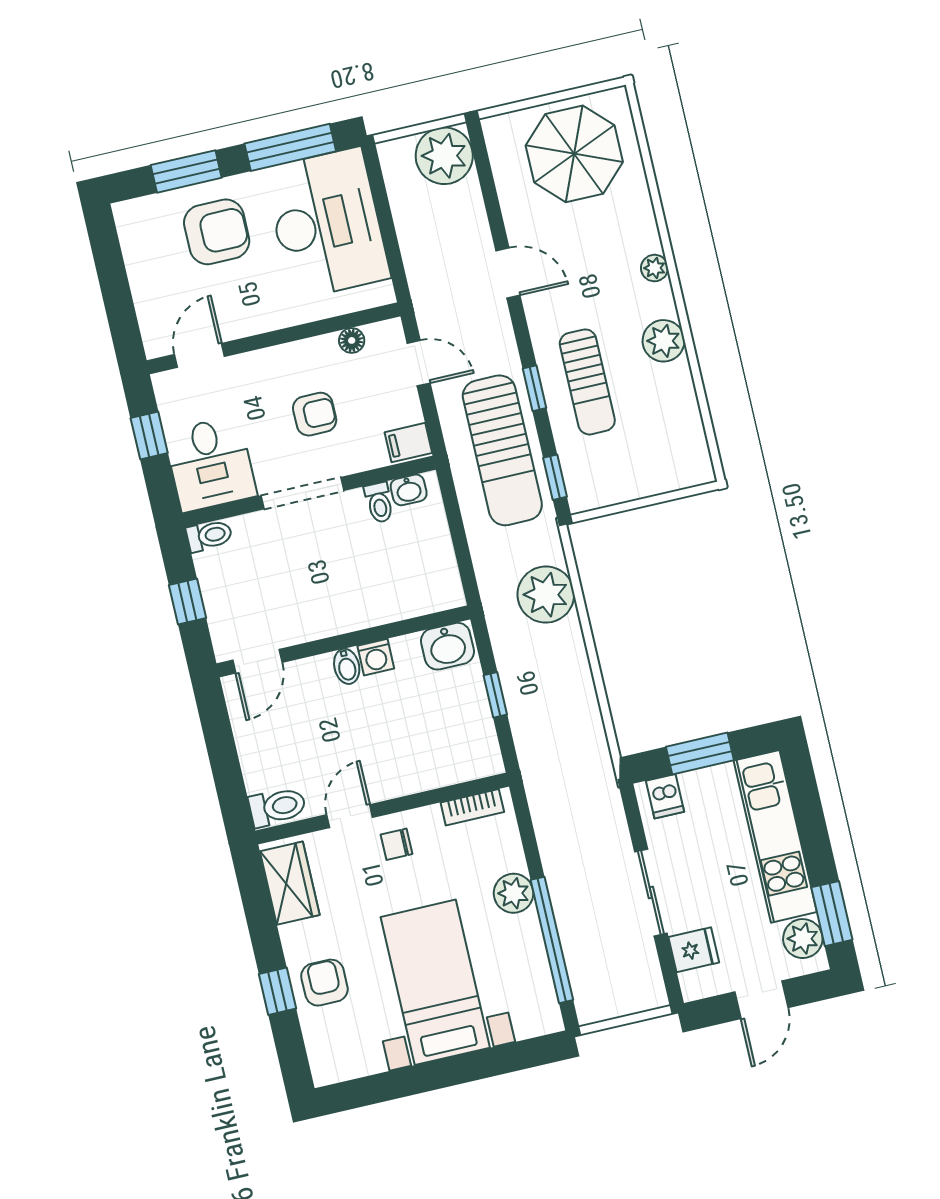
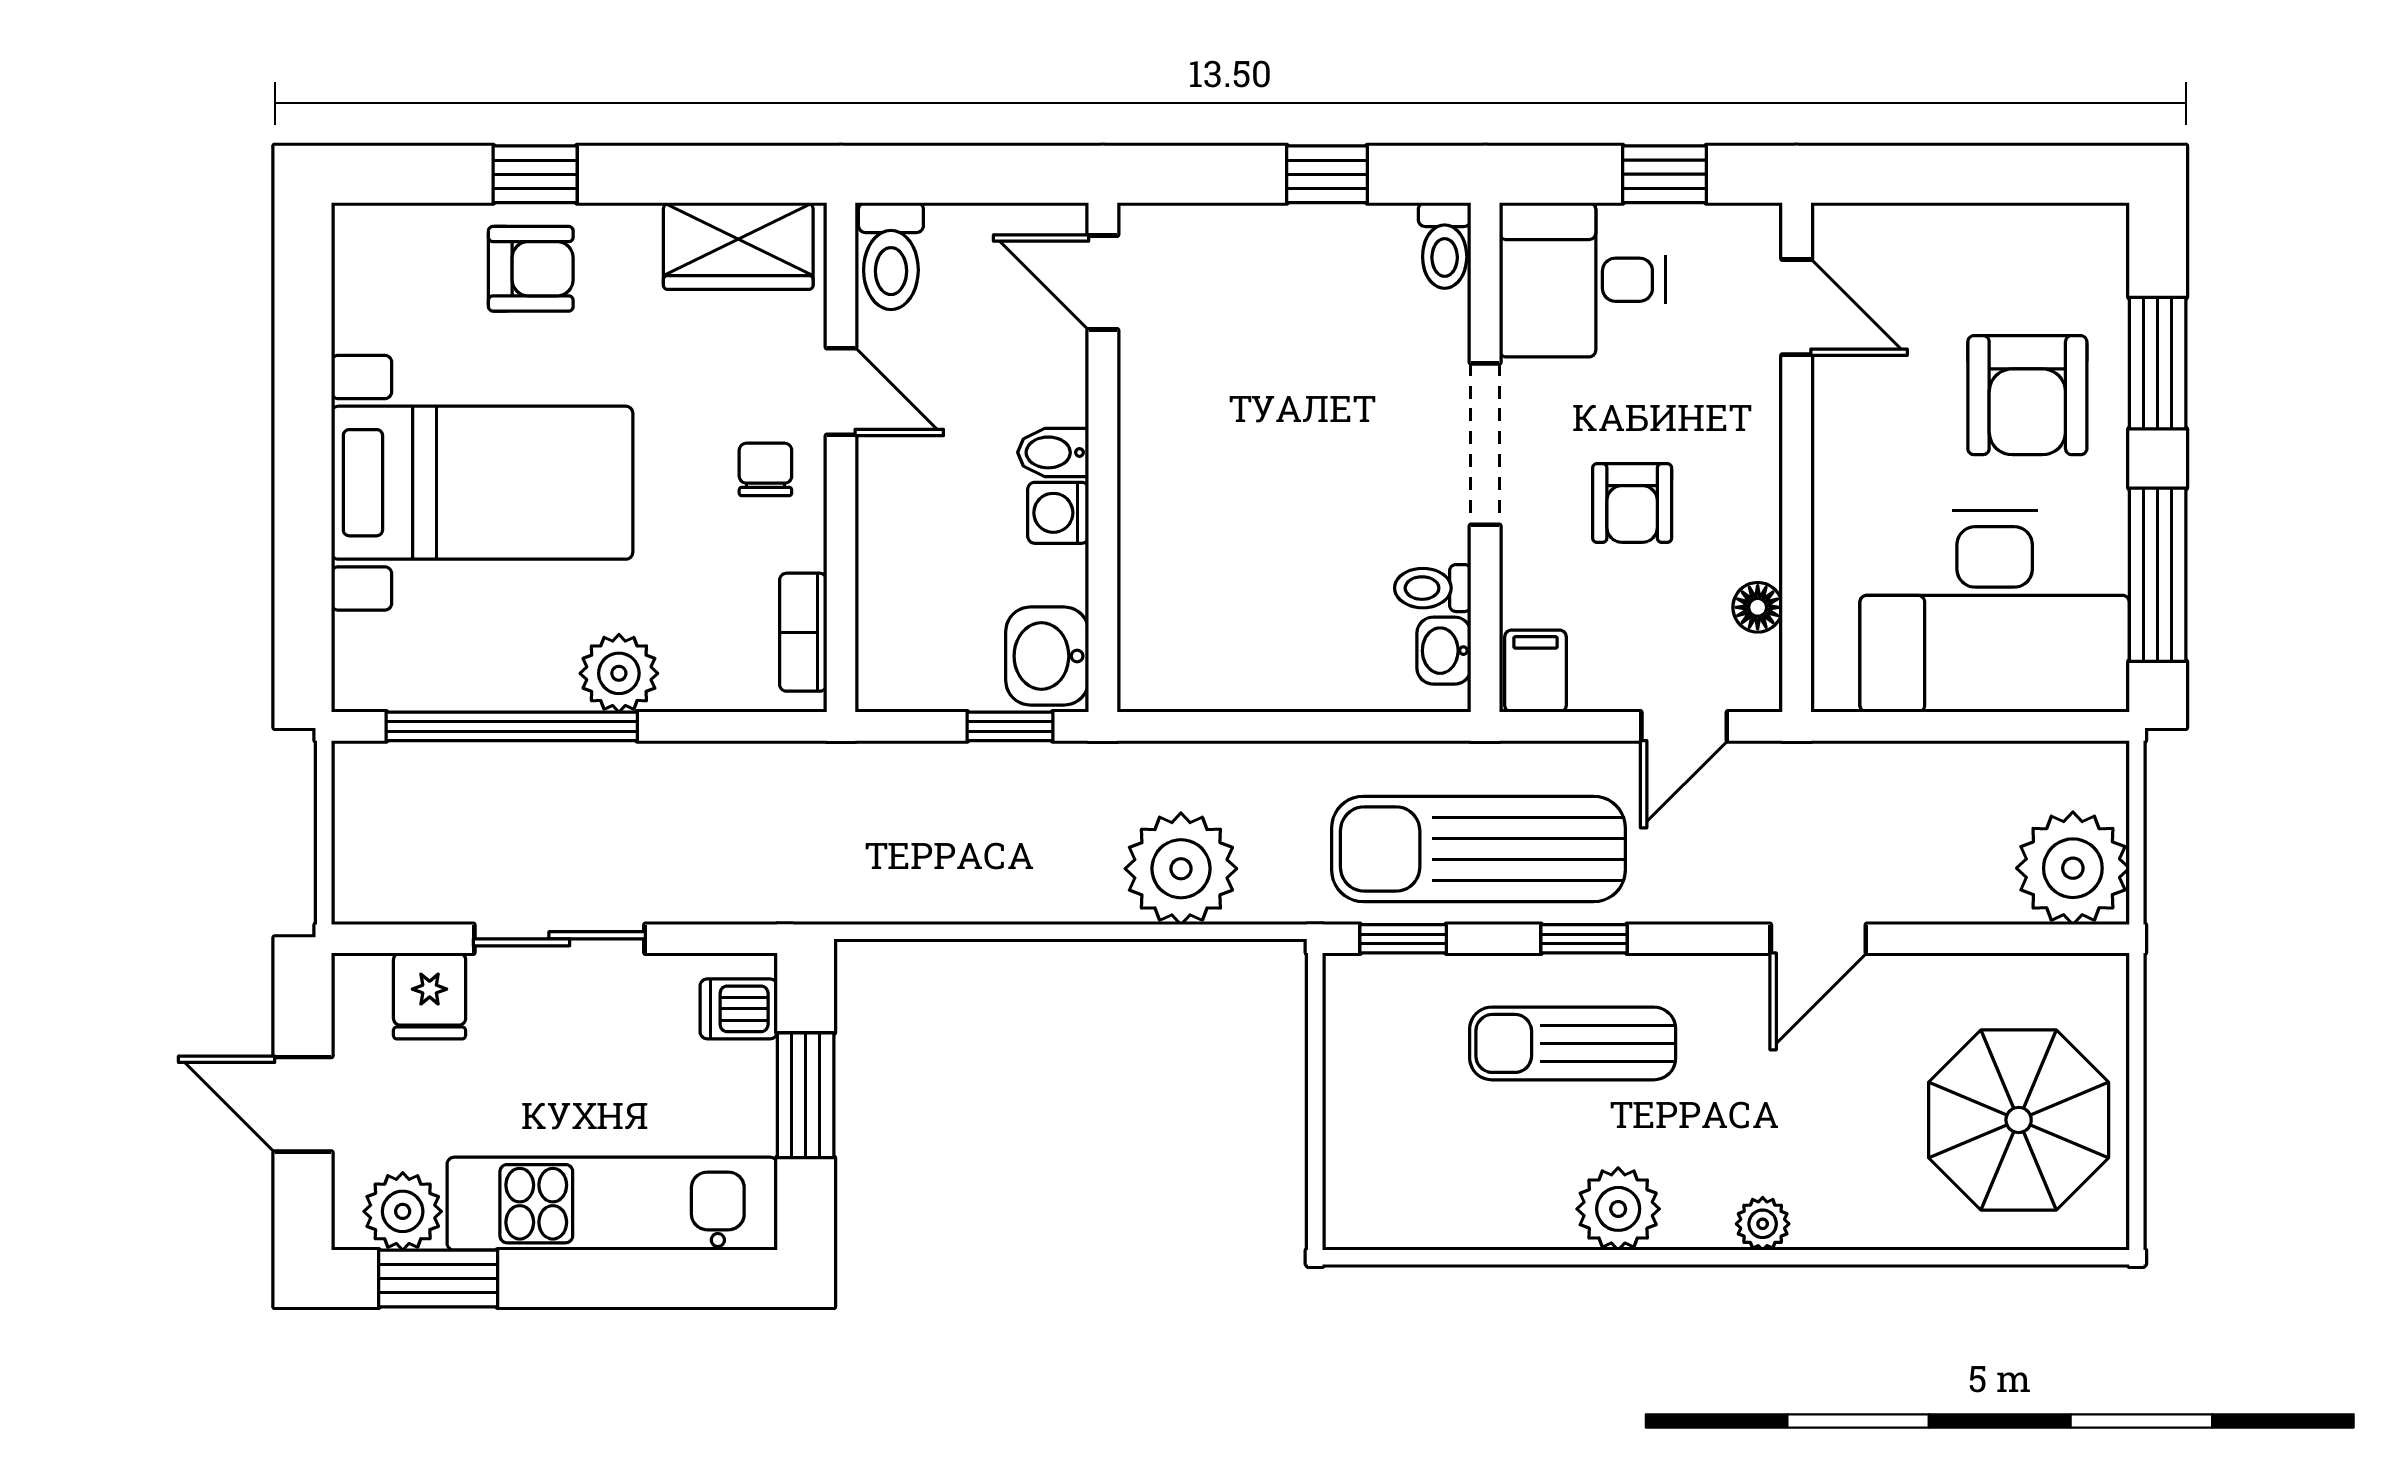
wall: (343, 641) -> (1103, 457), moved
washbasin: (447, 646) -> (1047, 656), moved
washing machine: (376, 657) -> (1058, 513), moved
door: (257, 661) -> (1103, 282), moved
bidet: (347, 666) -> (1053, 452), moved

